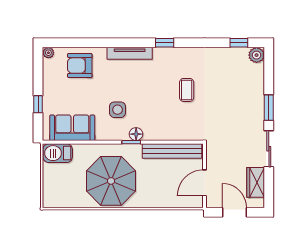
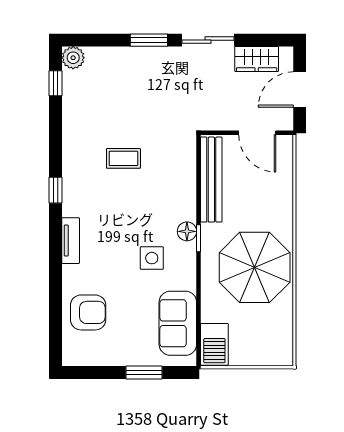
plant: (48, 53) -> (70, 358), removed
tv unit: (130, 53) -> (71, 241), width x0.71
armchair: (80, 66) -> (88, 312), turned -90
window: (38, 104) -> (144, 373), width x1.50

